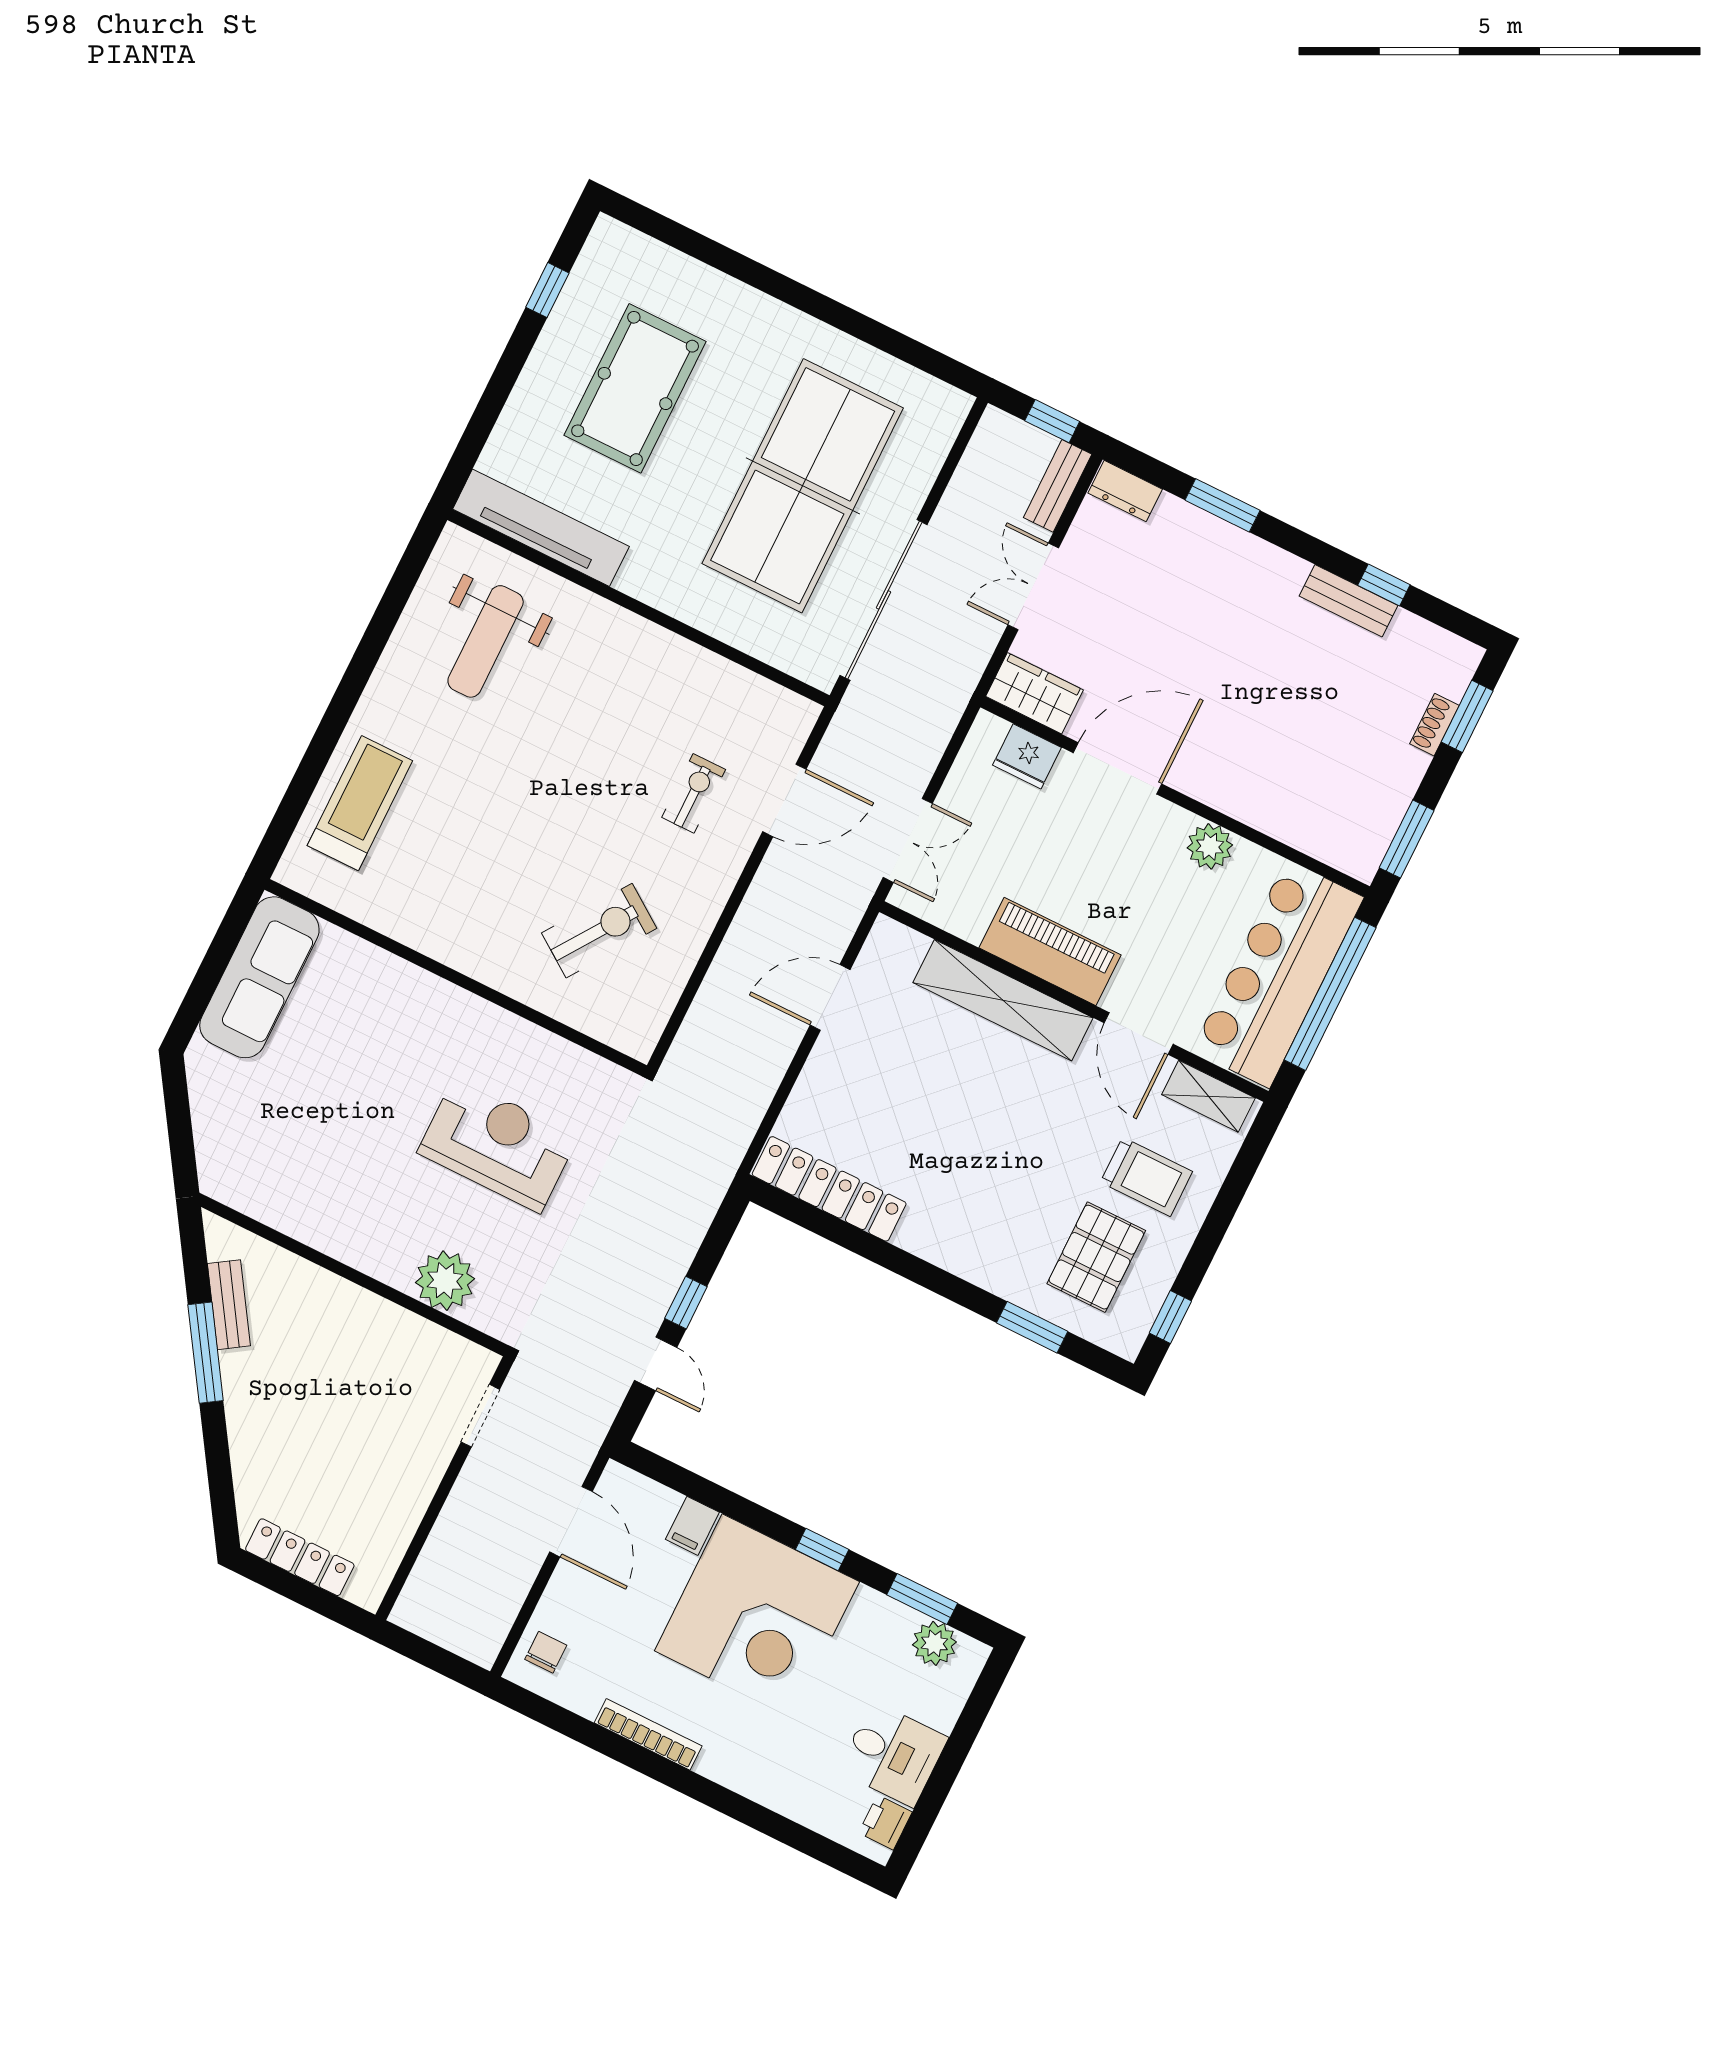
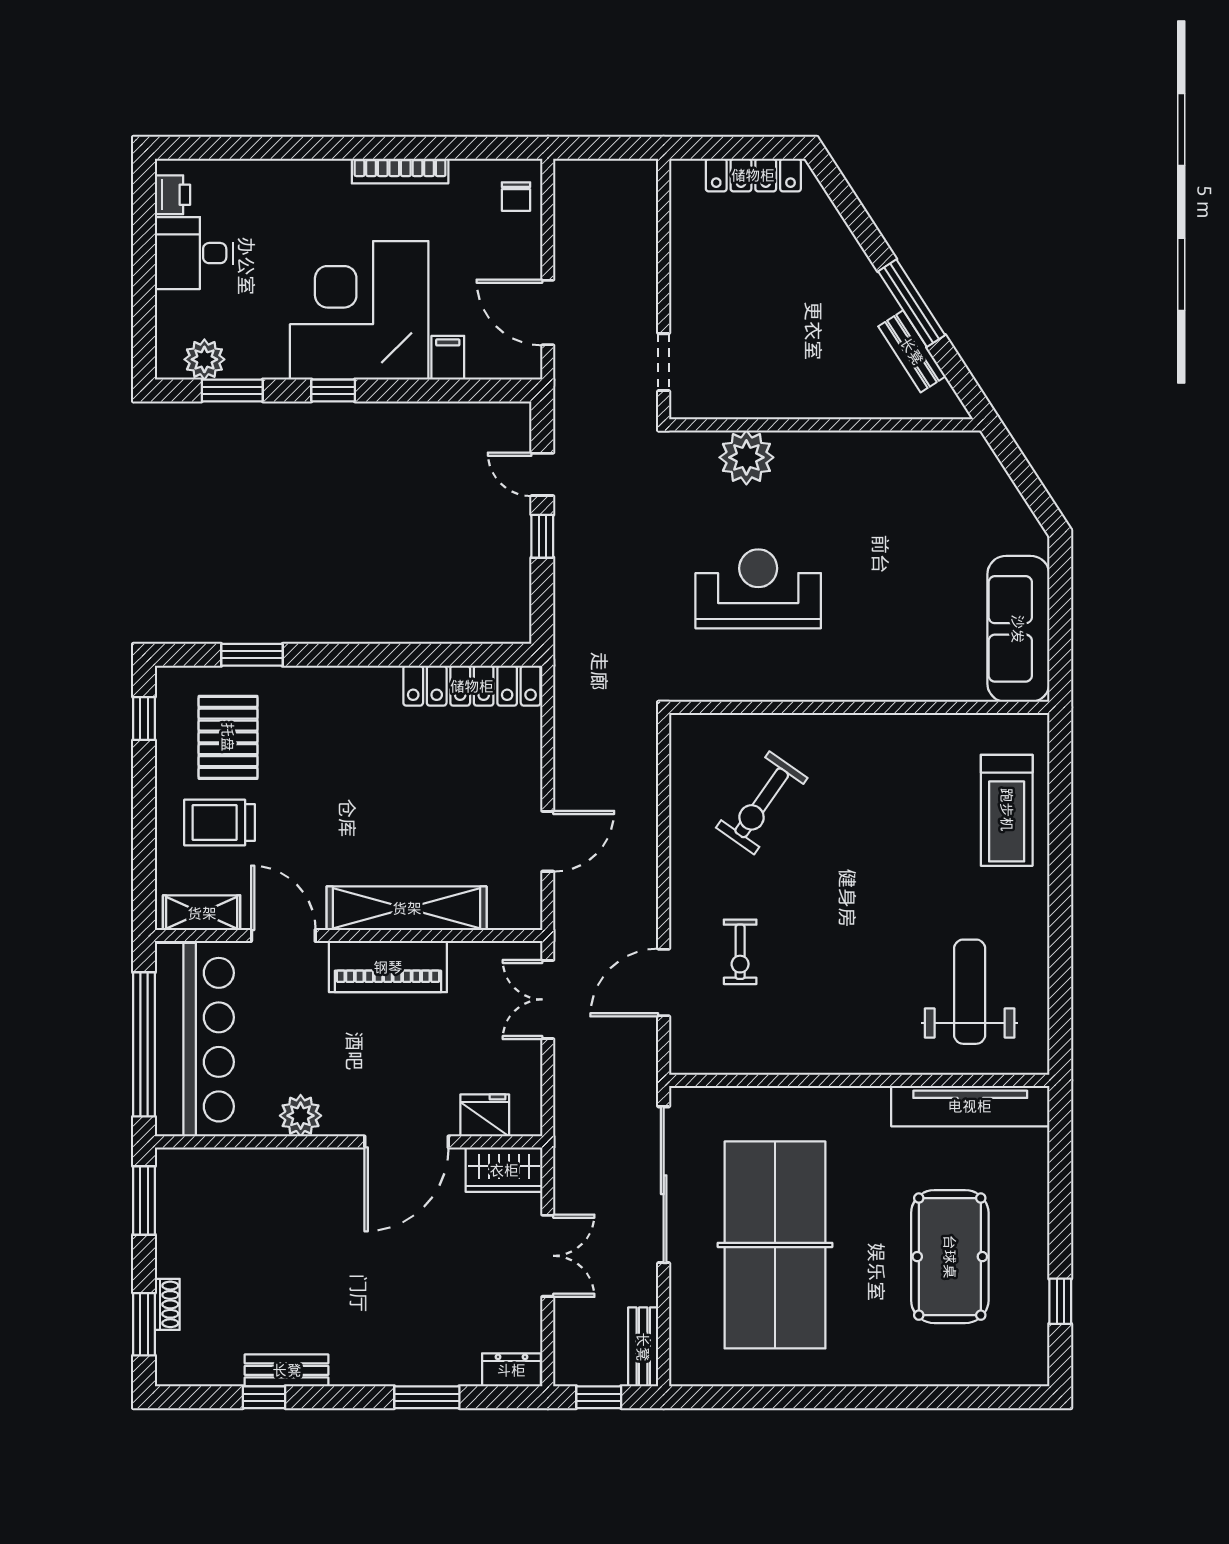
bench: (1058, 486) -> (643, 1347), moved
reception desk: (498, 1145) -> (758, 589), turned 180

